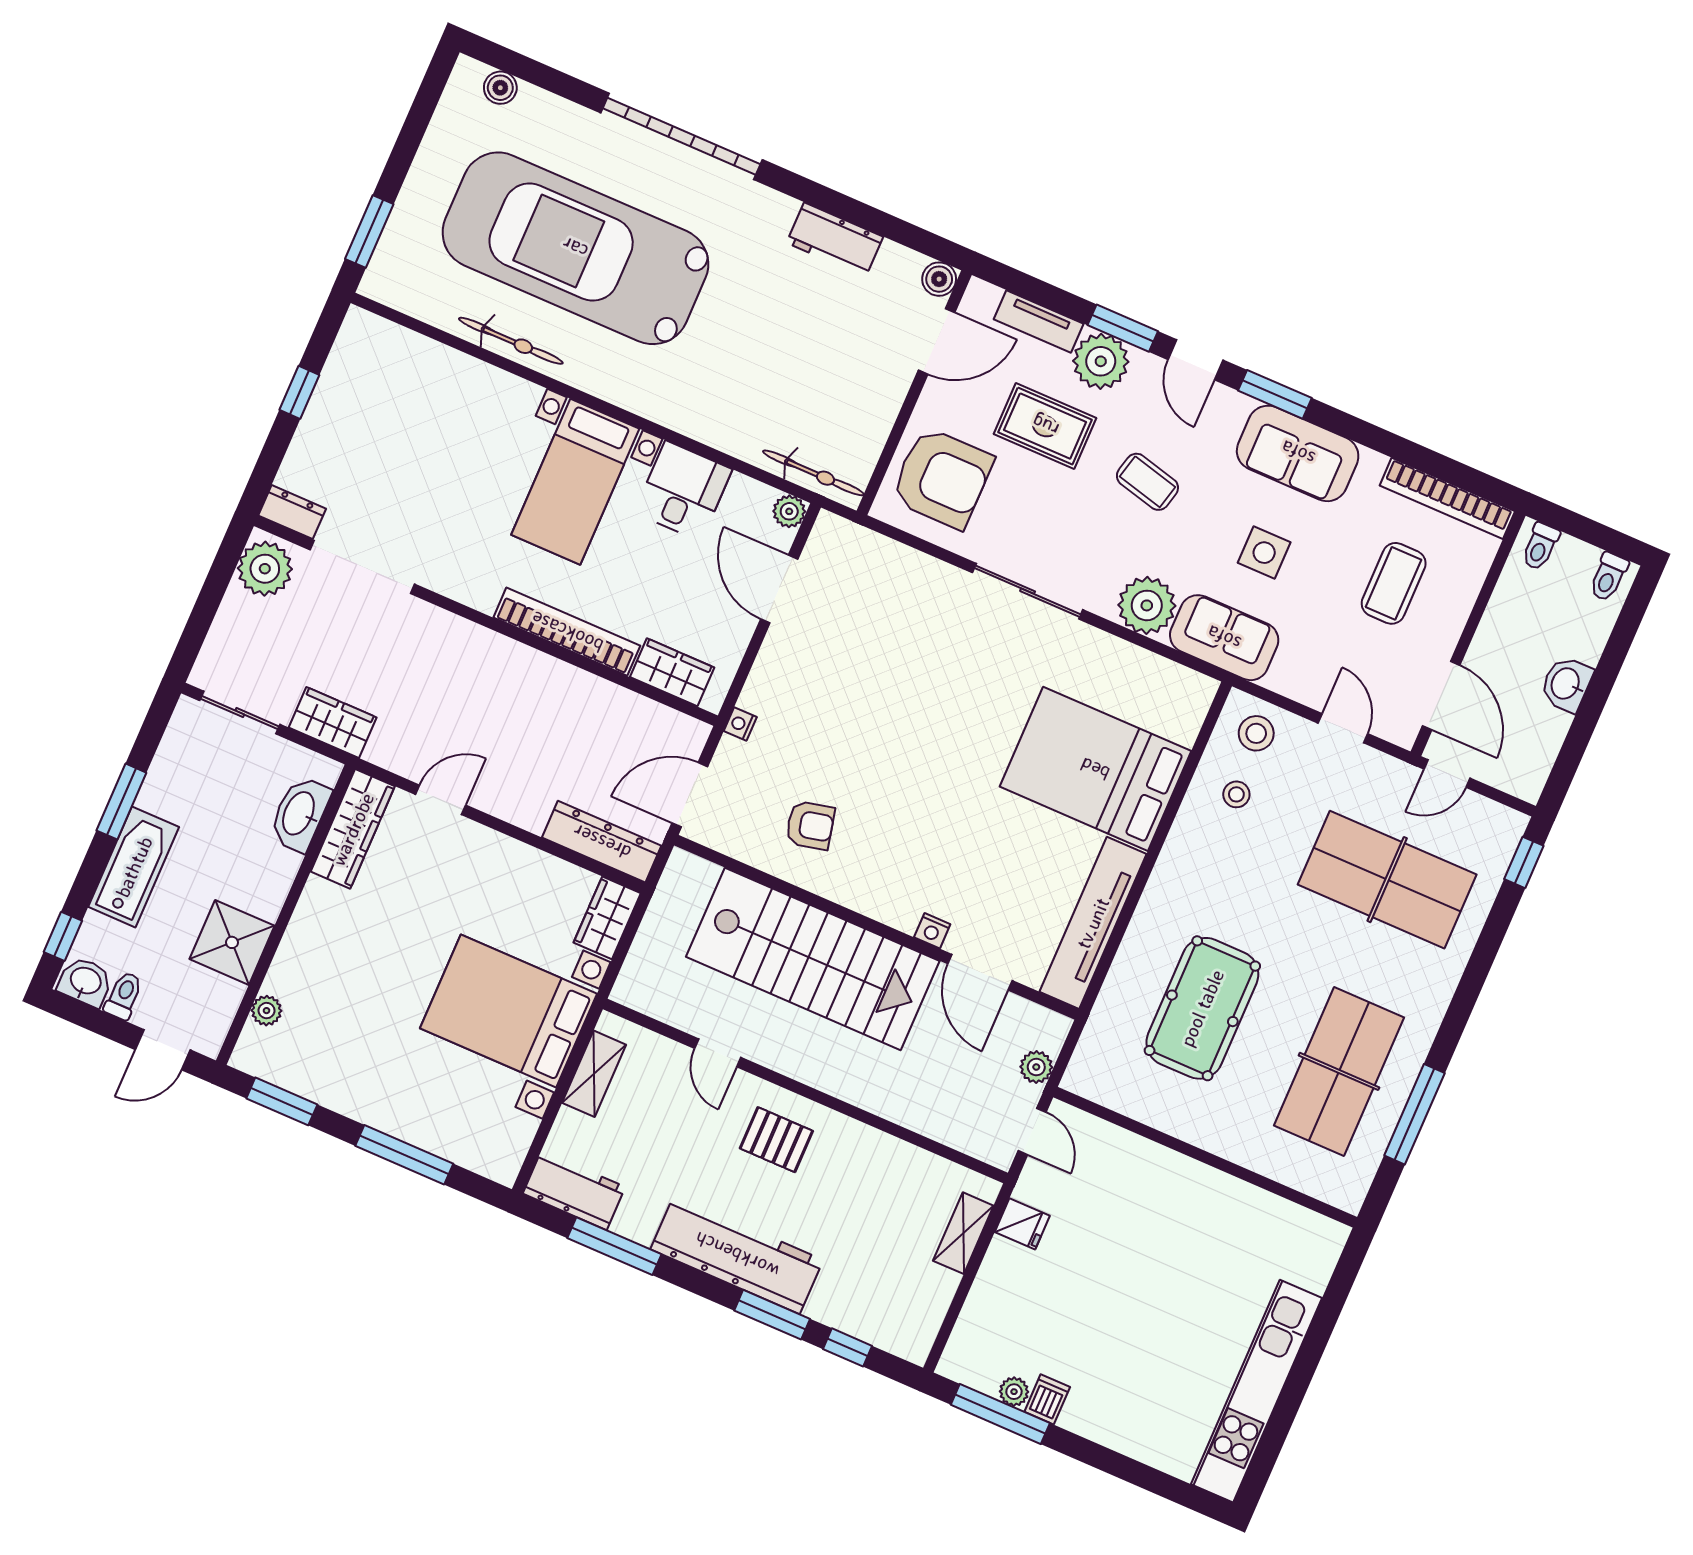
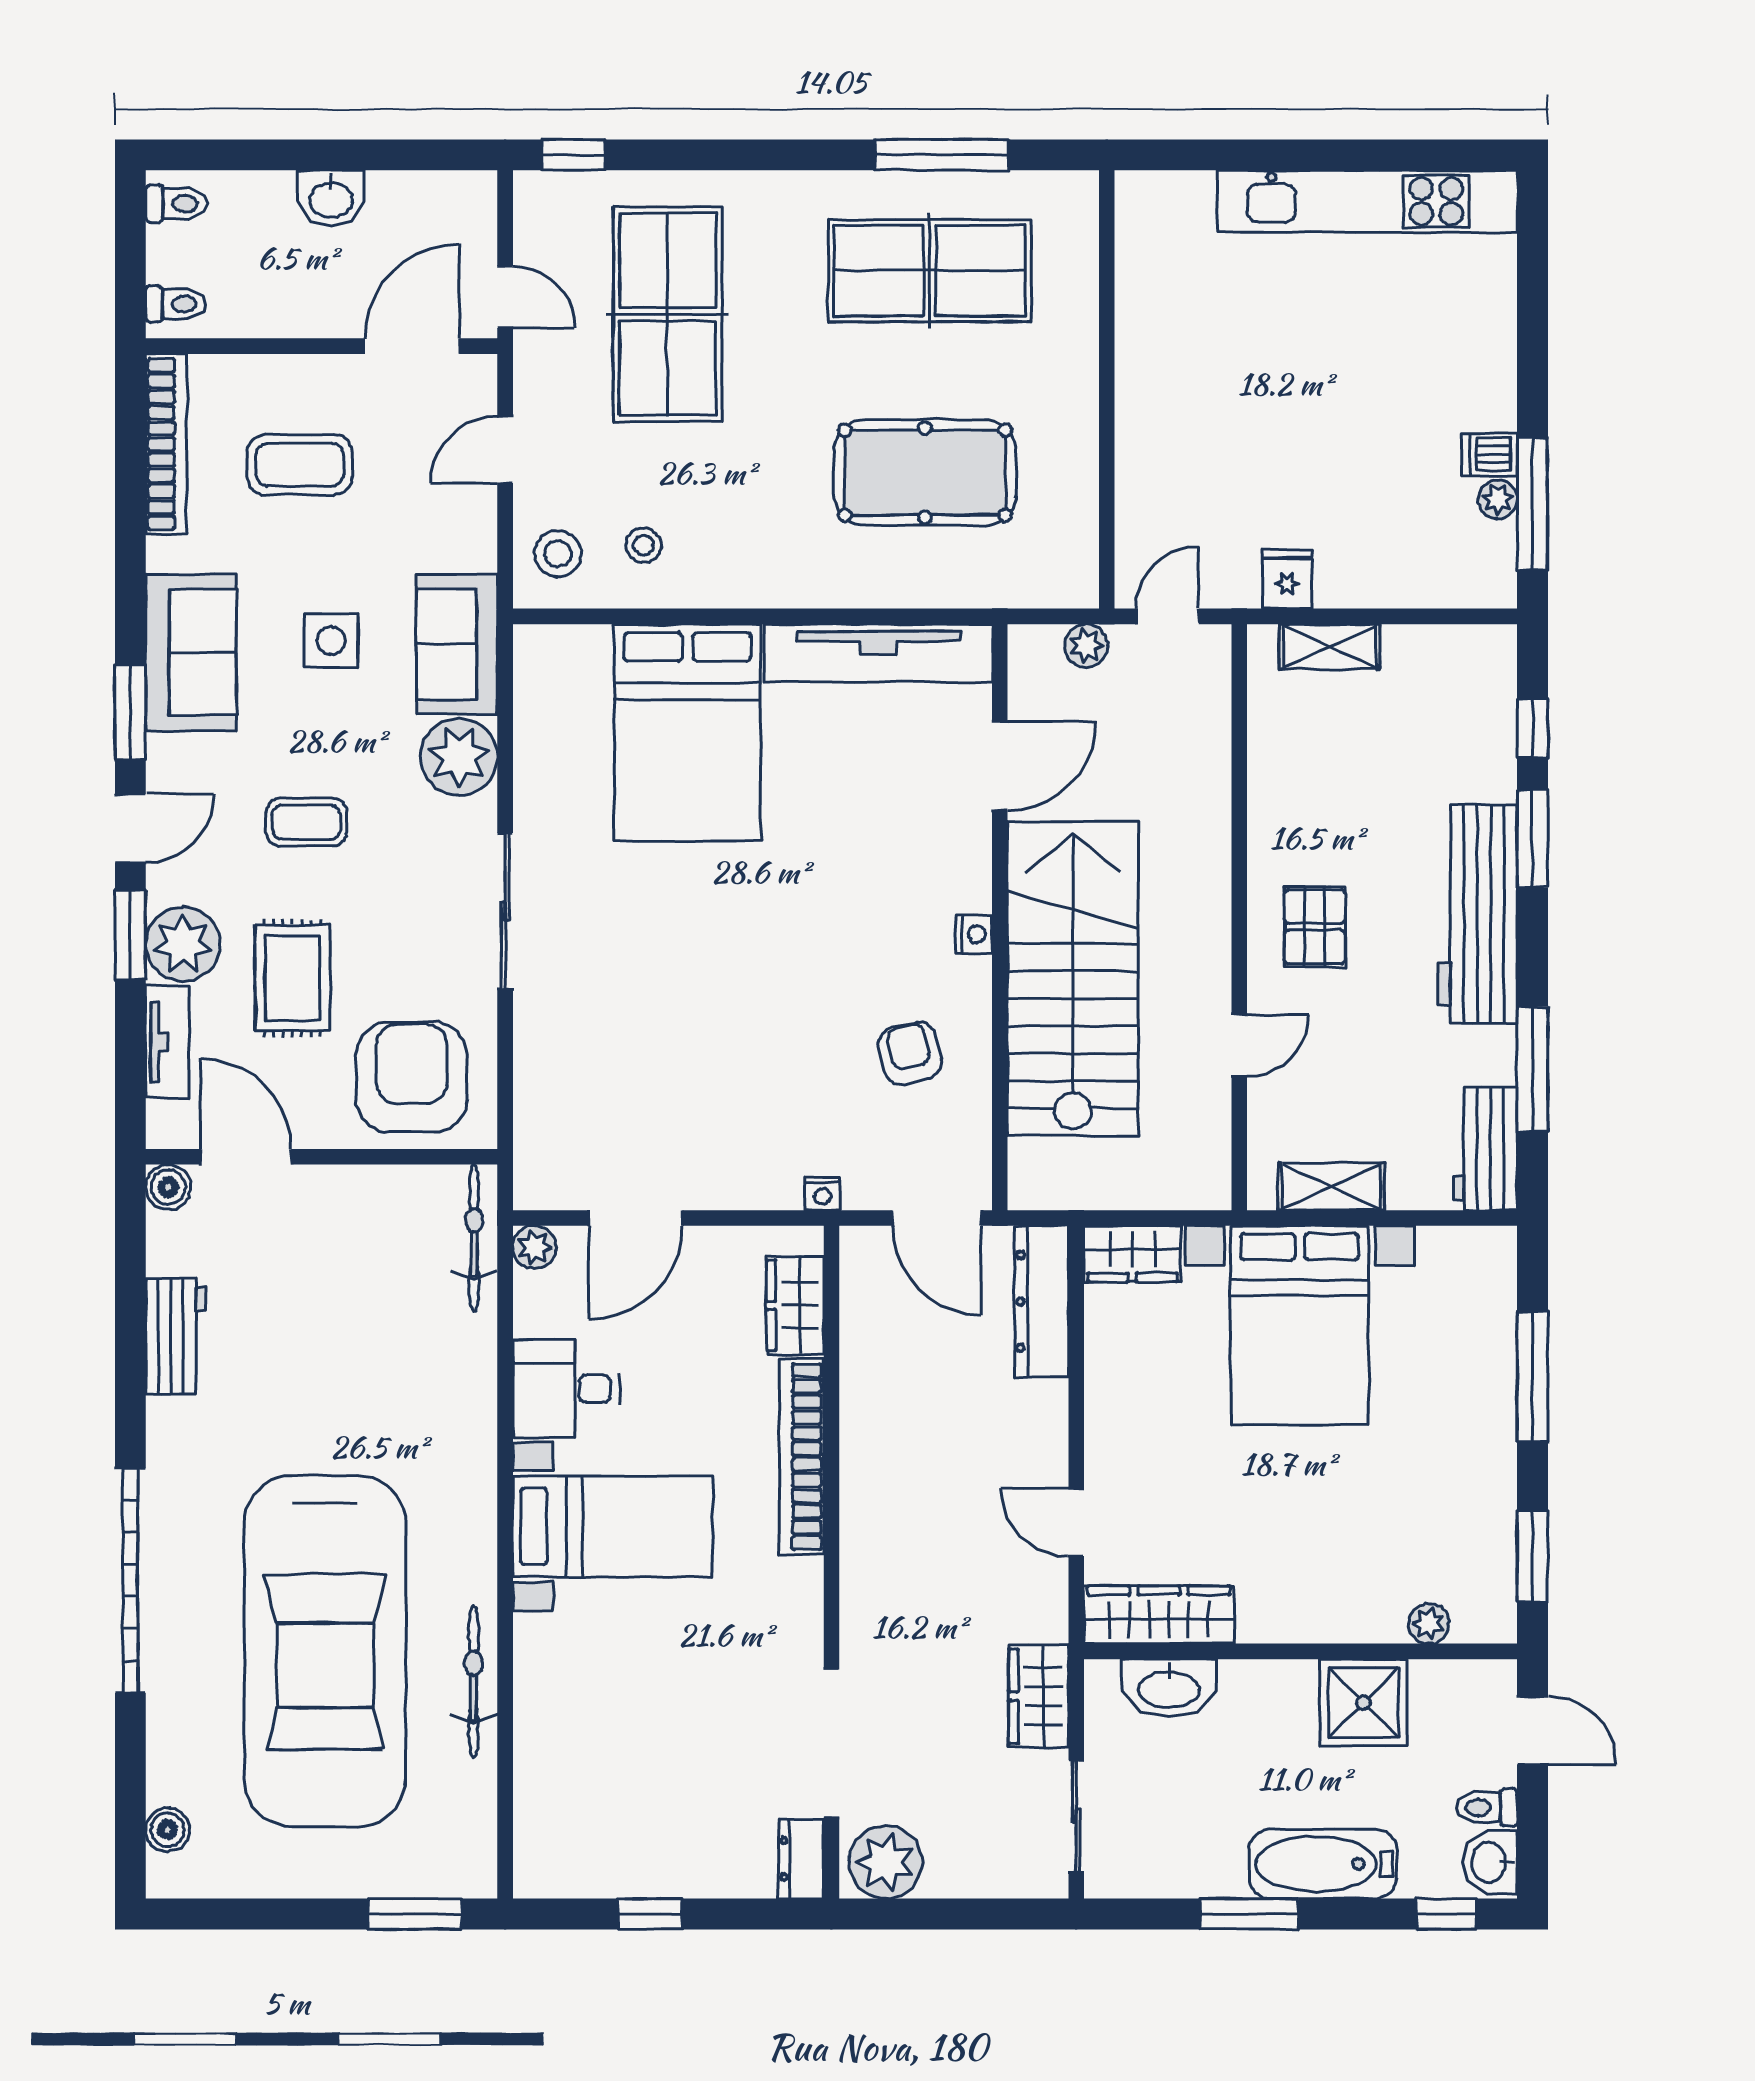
coffee table: (1147, 482) -> (306, 822), turned 76
nightstand: (932, 931) -> (974, 934), moved

